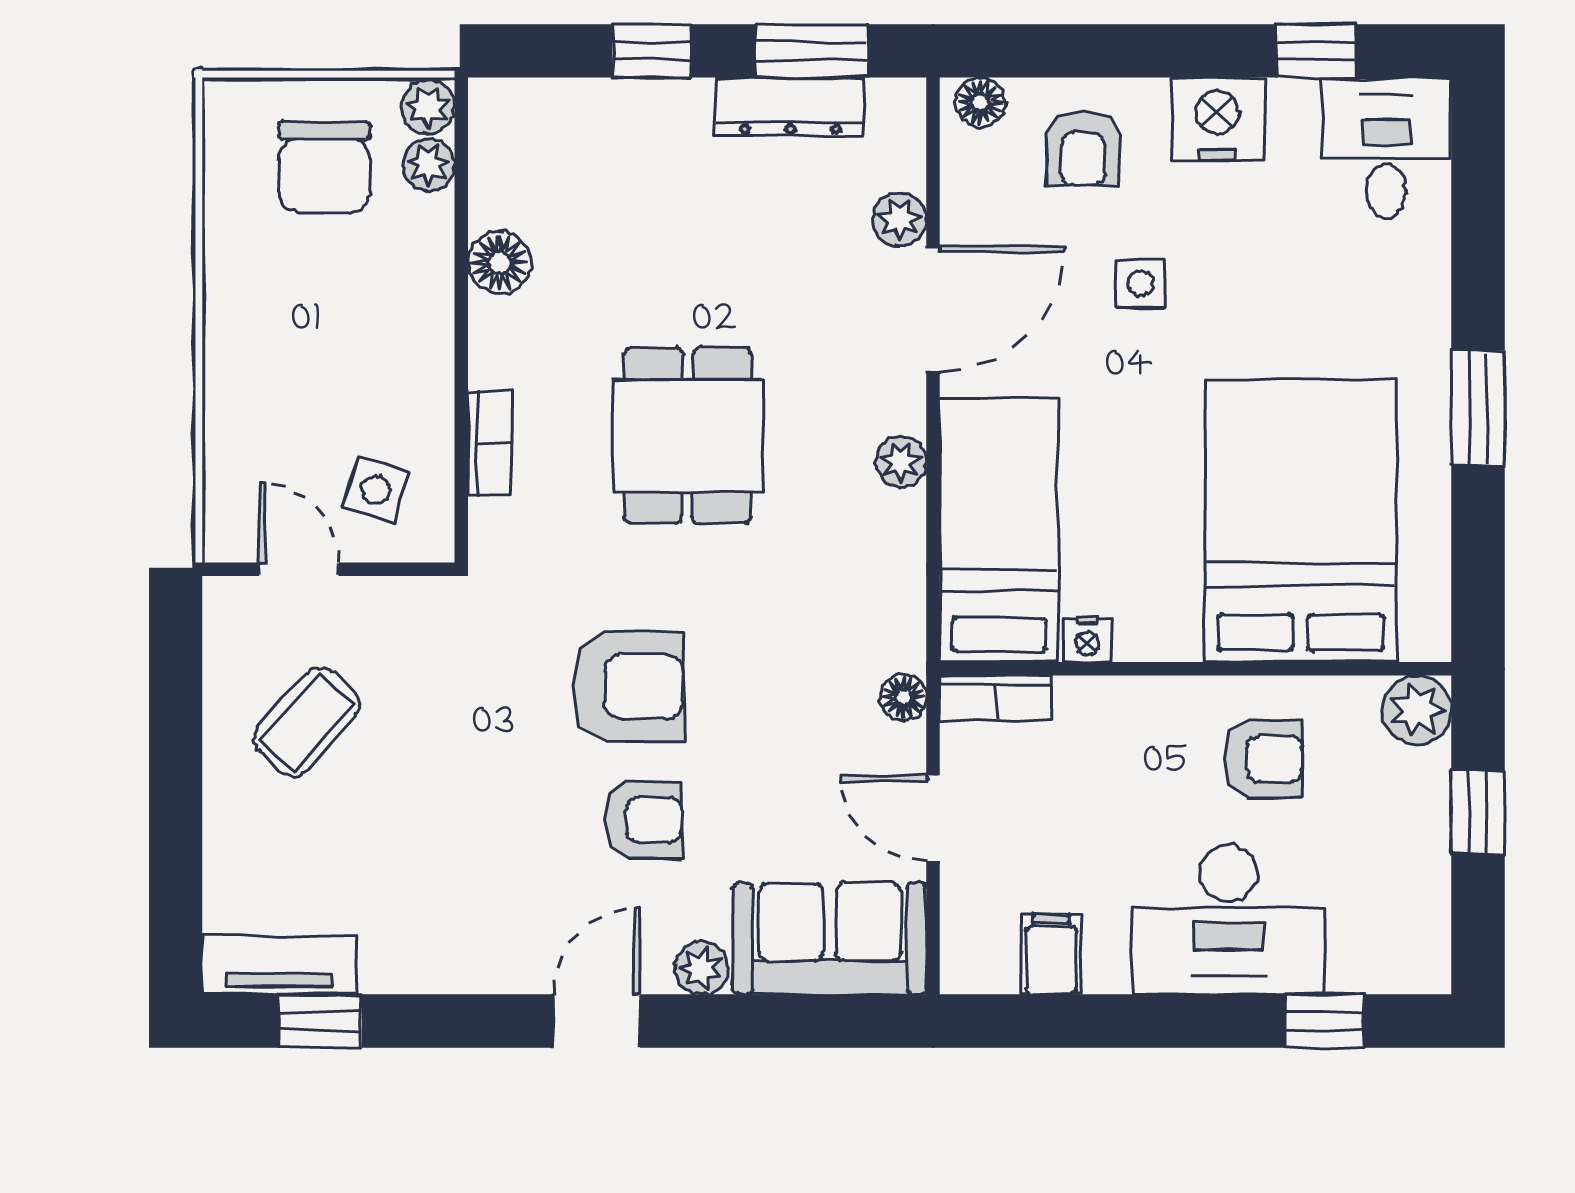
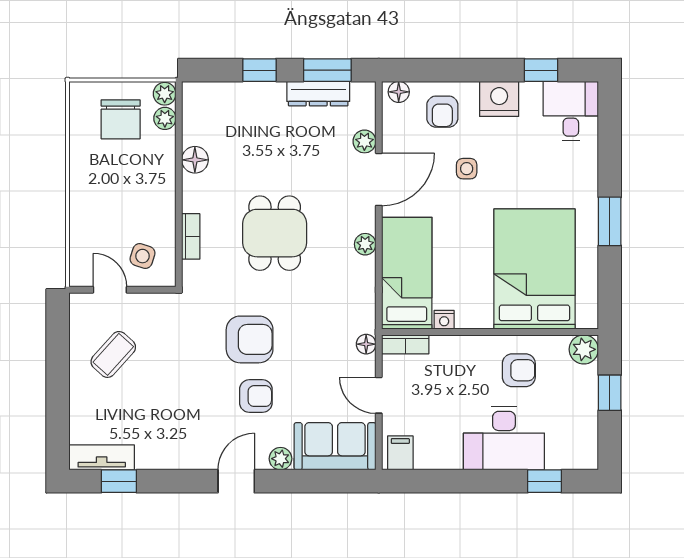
filing cabinet: (1051, 954) -> (400, 453), moved

